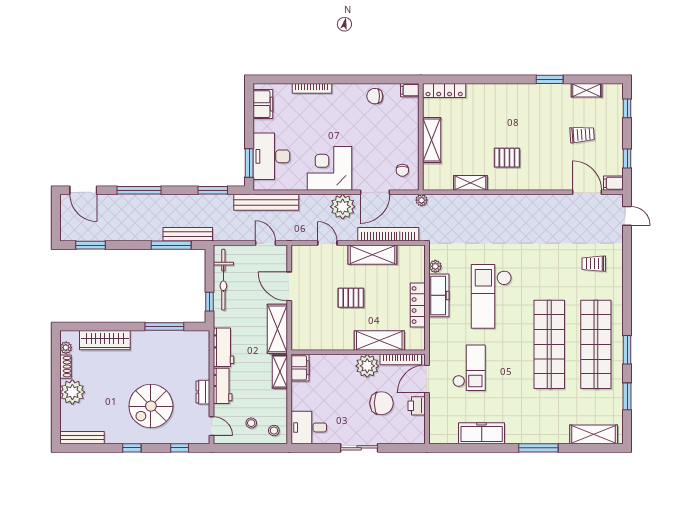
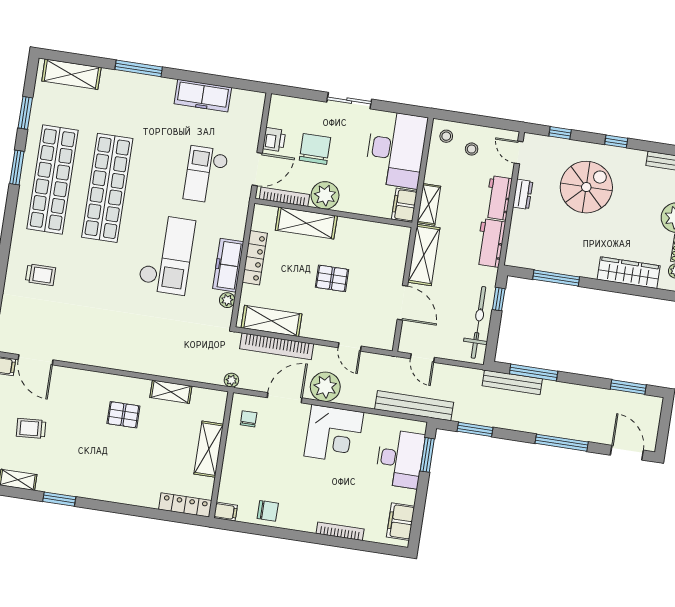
shelving: (372, 255) -> (272, 321), moved
chair: (381, 403) -> (315, 149), turned 90
desk: (309, 427) -> (396, 149), width x1.87, depth x1.30

